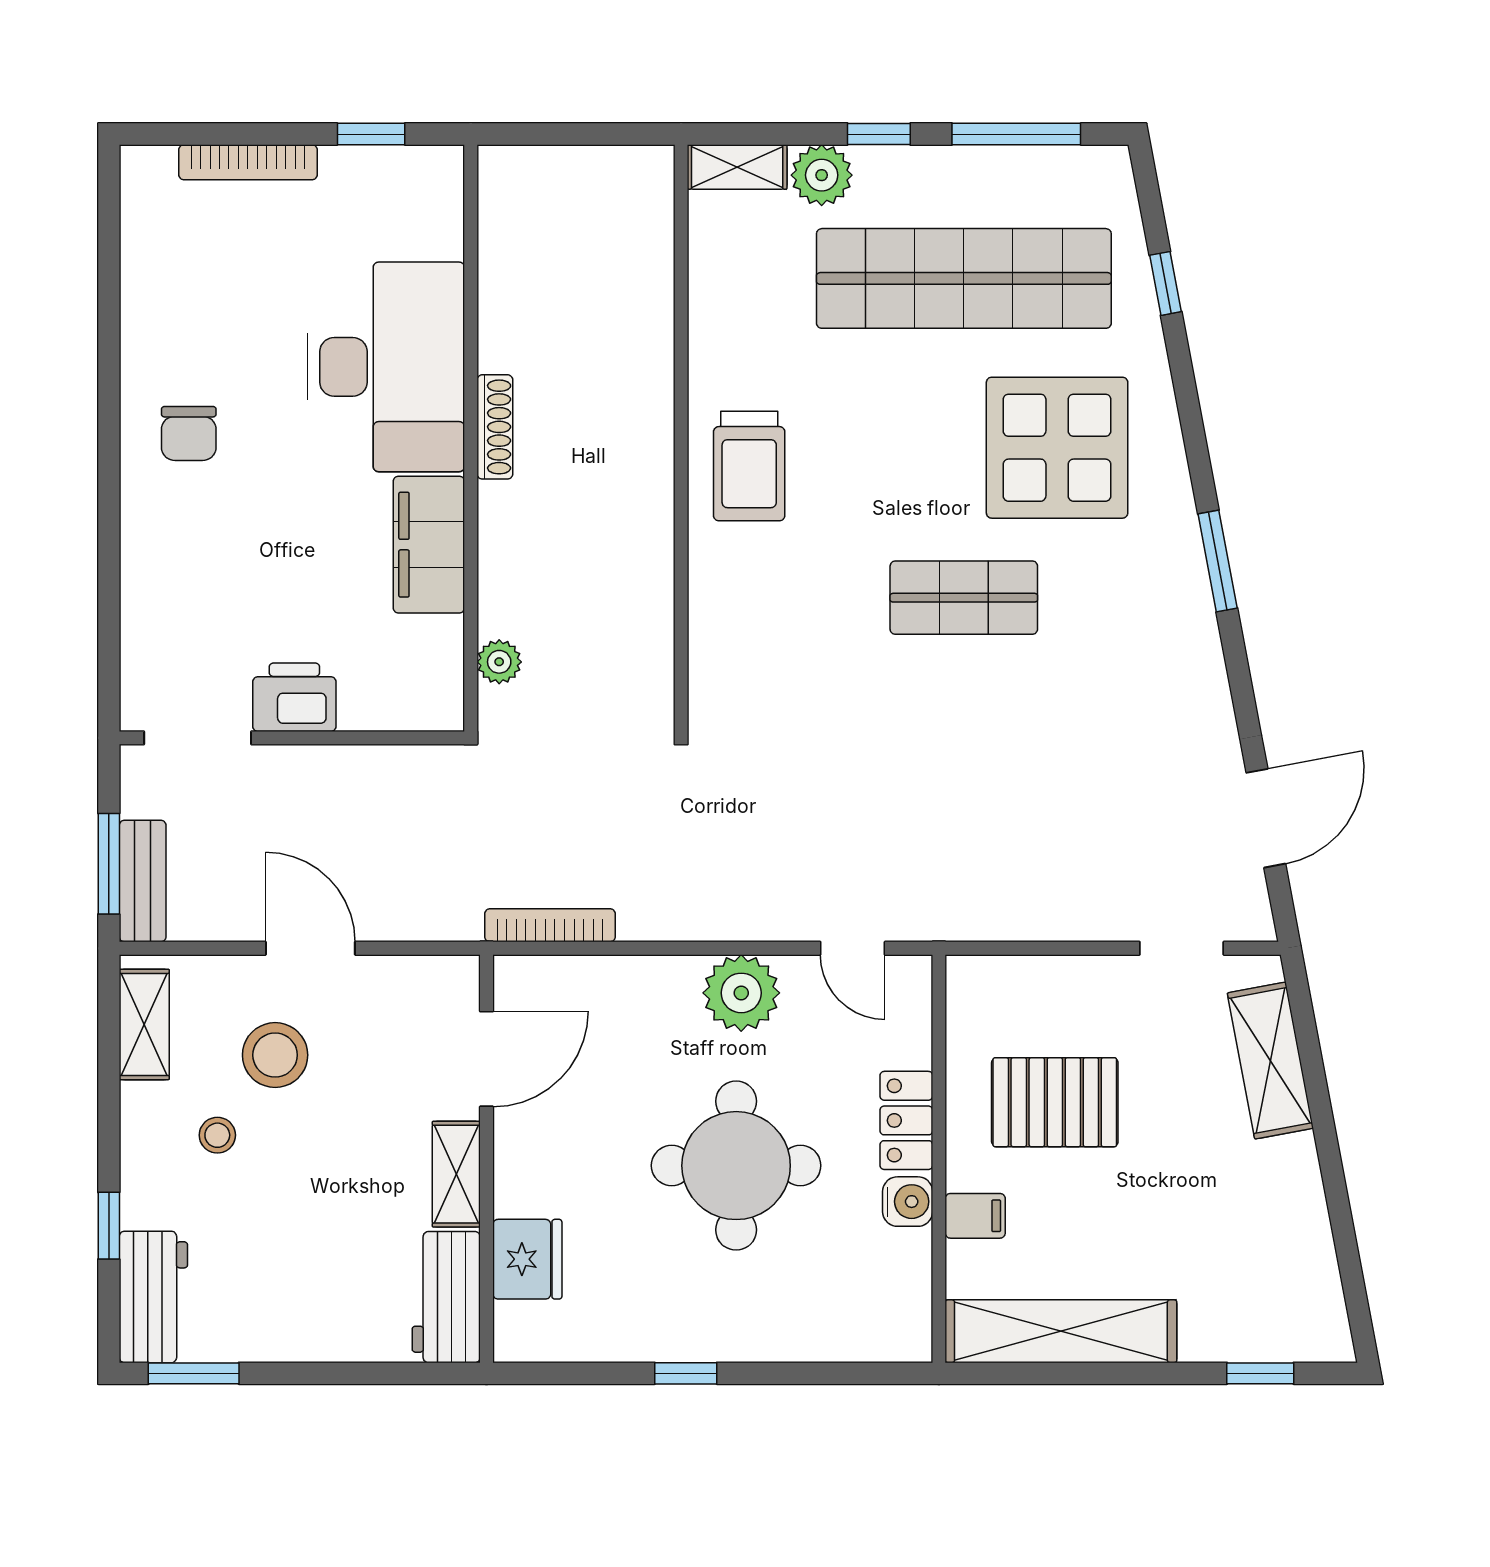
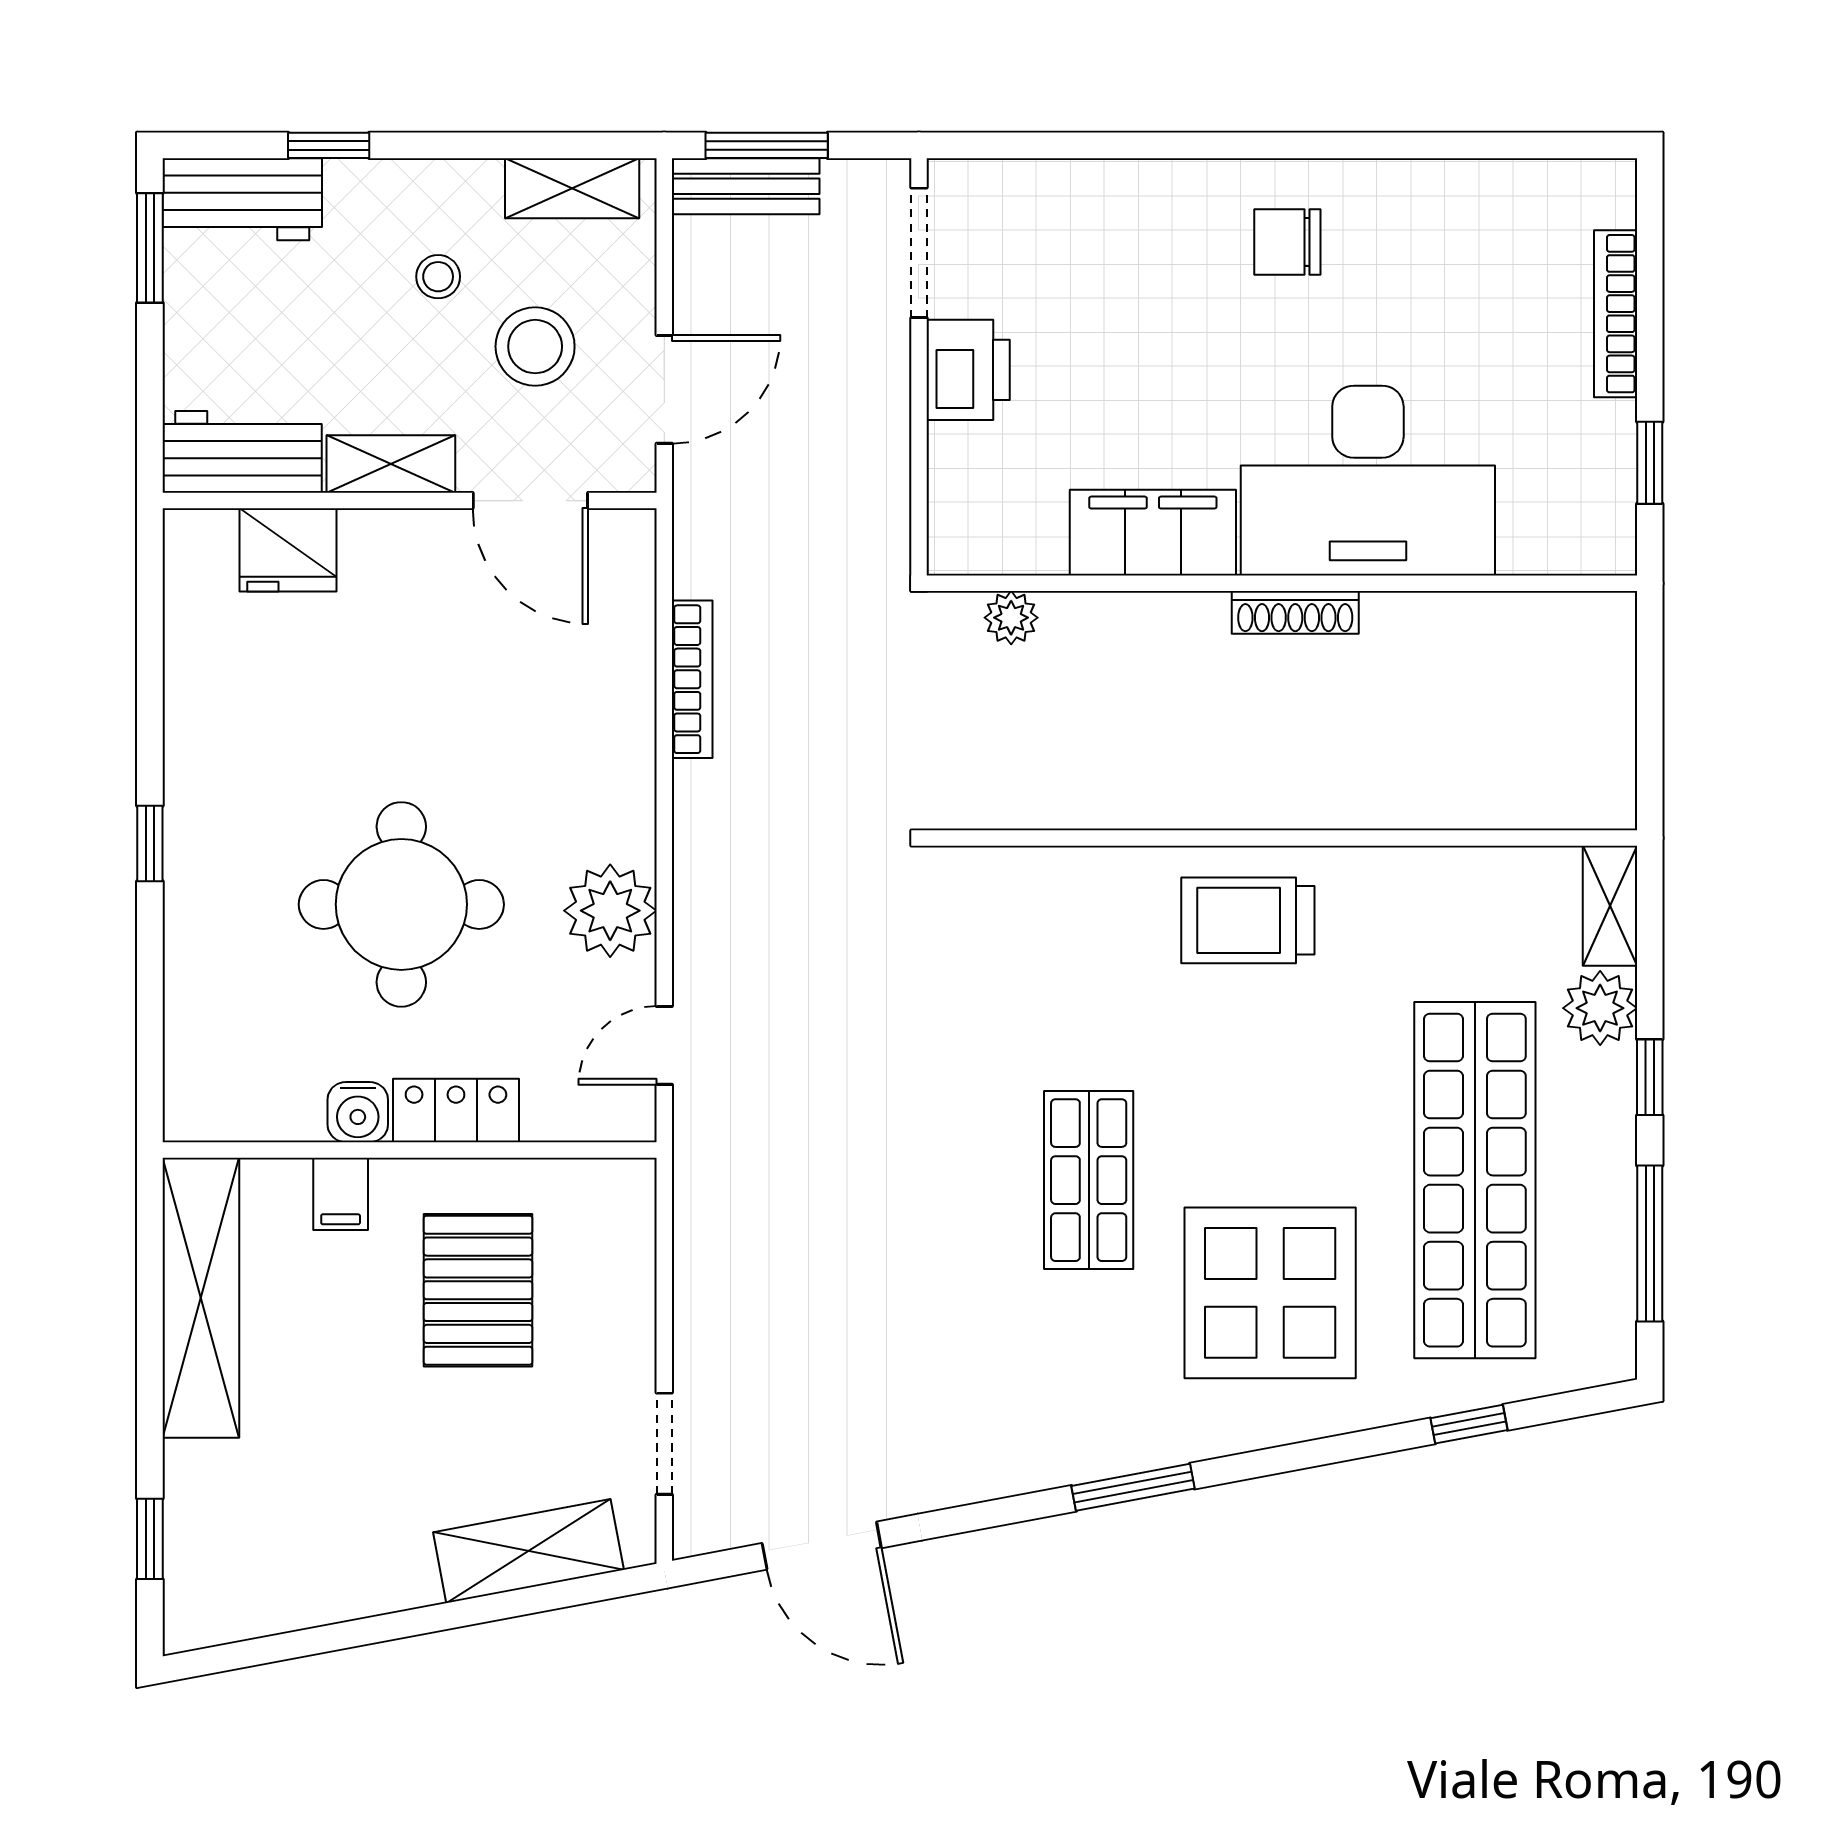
door: (487, 1059) -> (530, 501), moved
wall: (487, 1159) -> (410, 501), moved
shelving: (456, 1174) -> (391, 464), moved
fridge: (527, 1259) -> (288, 550), moved
workbench: (446, 1297) -> (242, 452), moved

